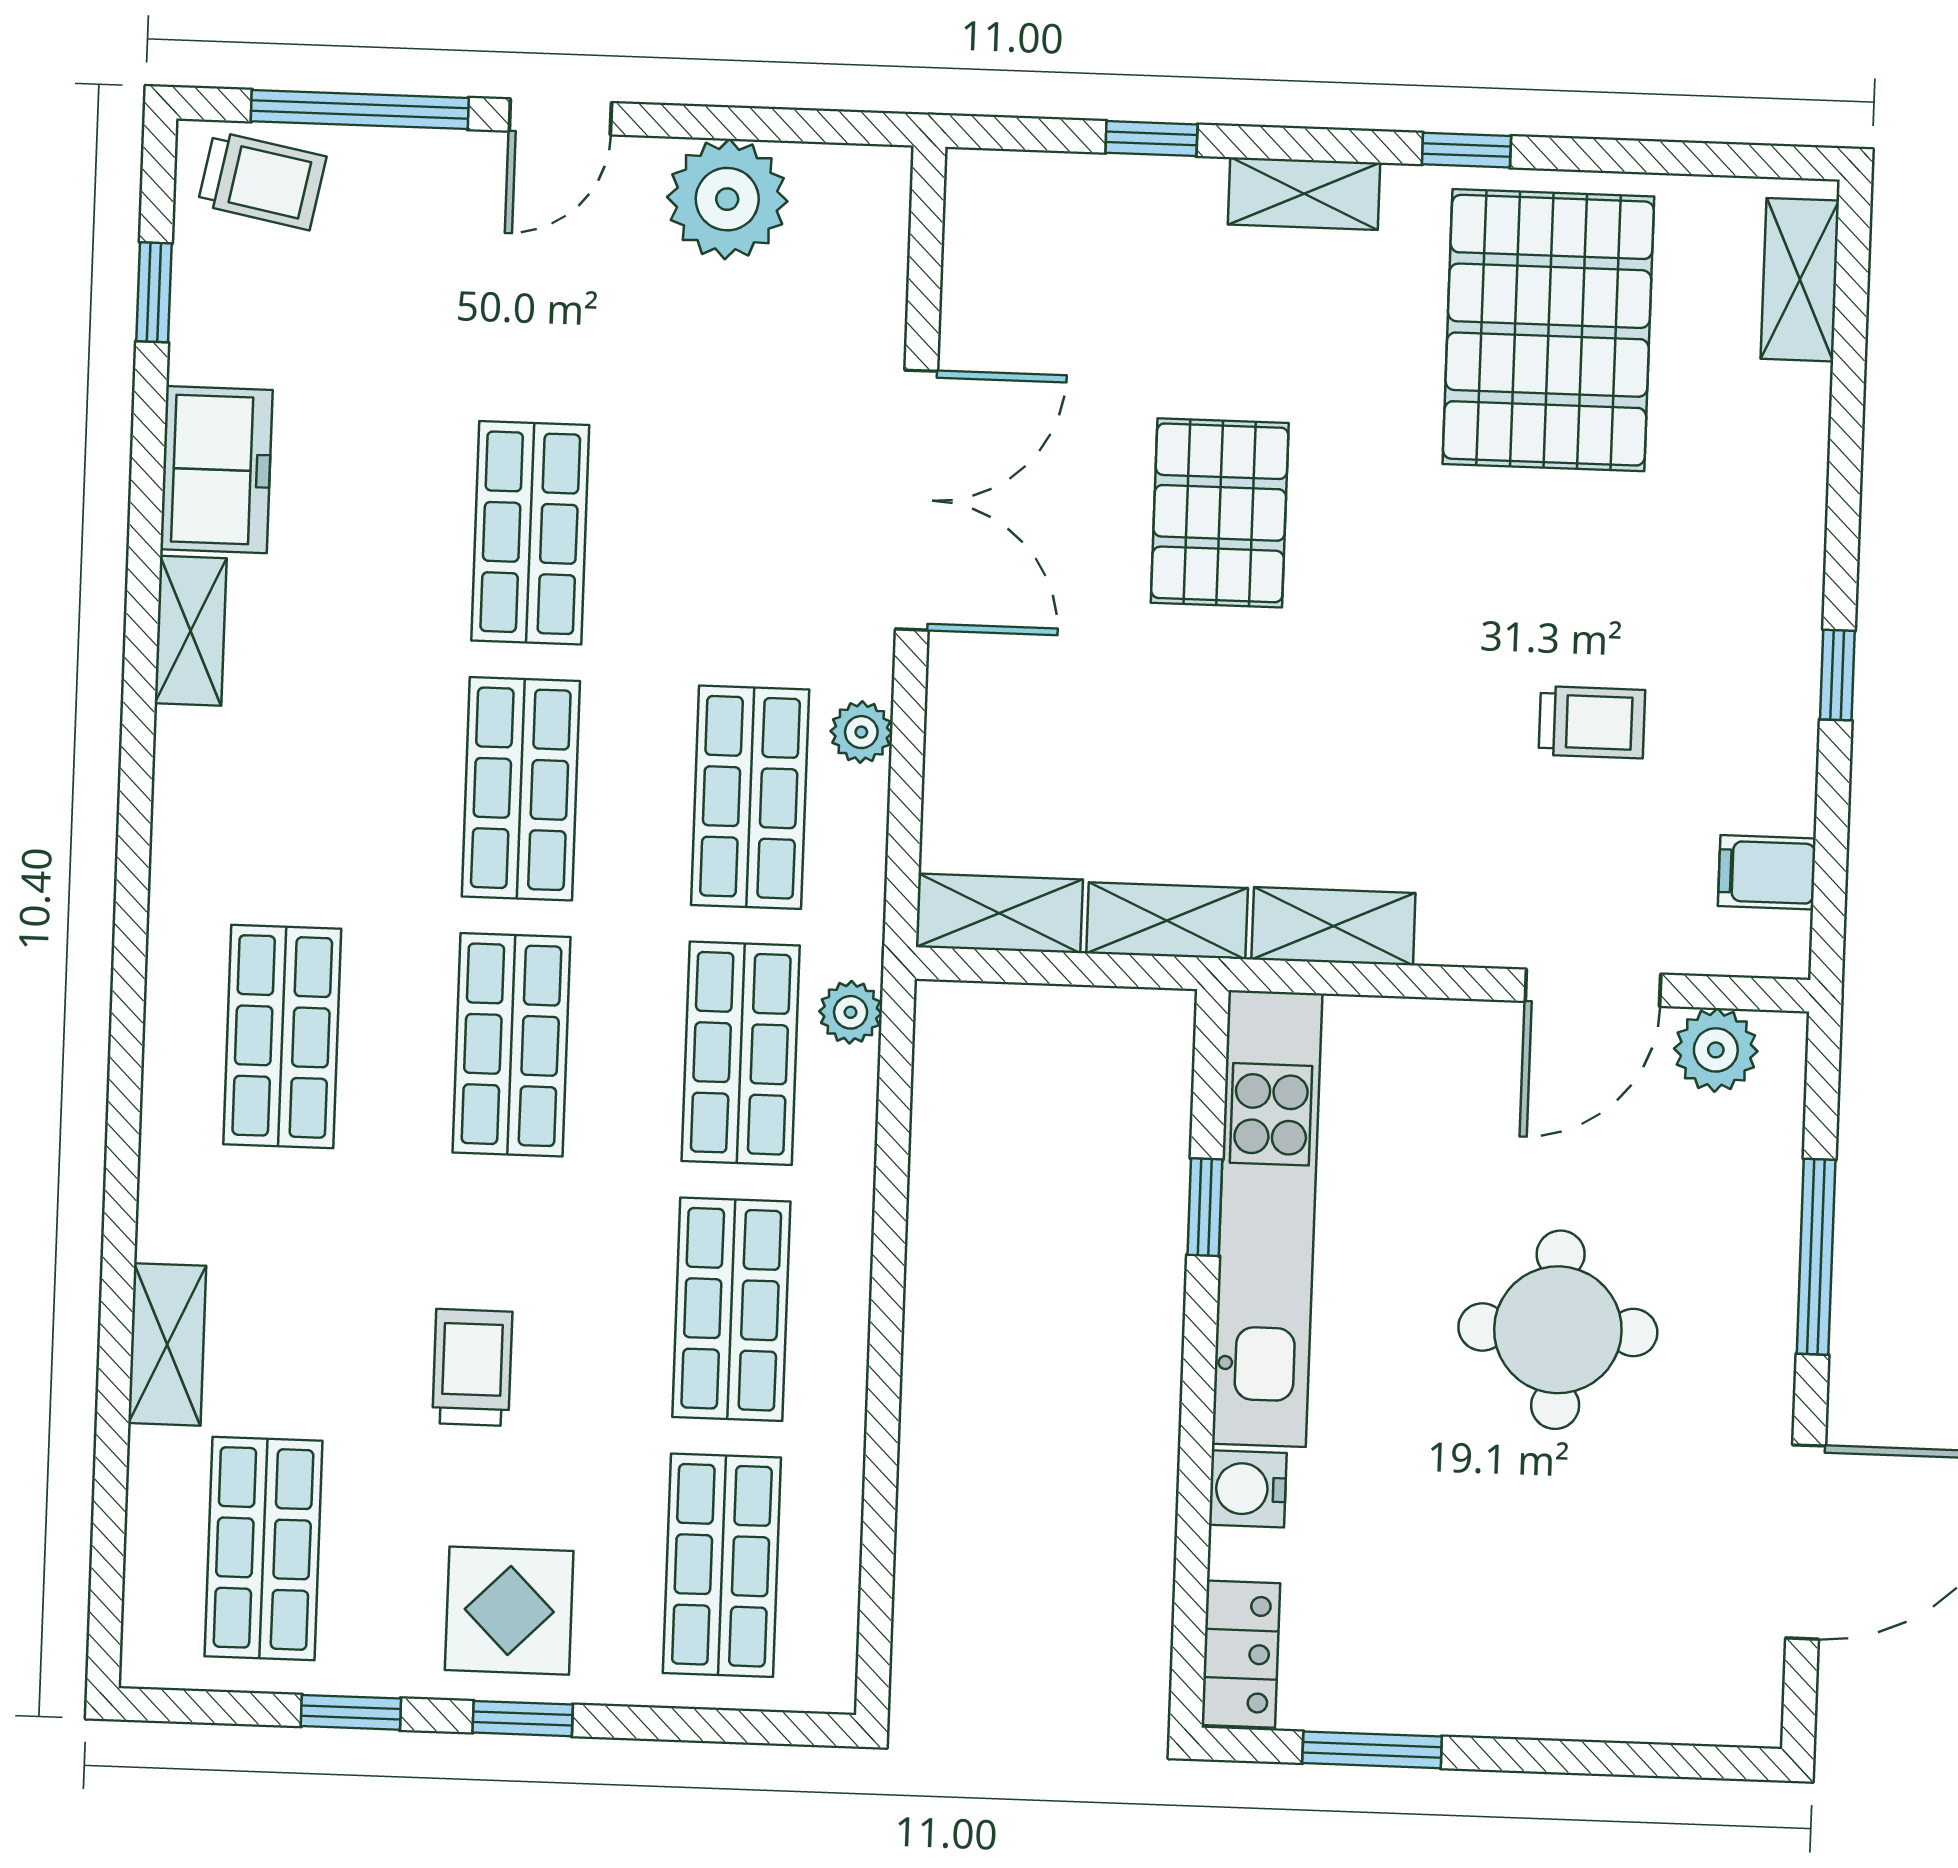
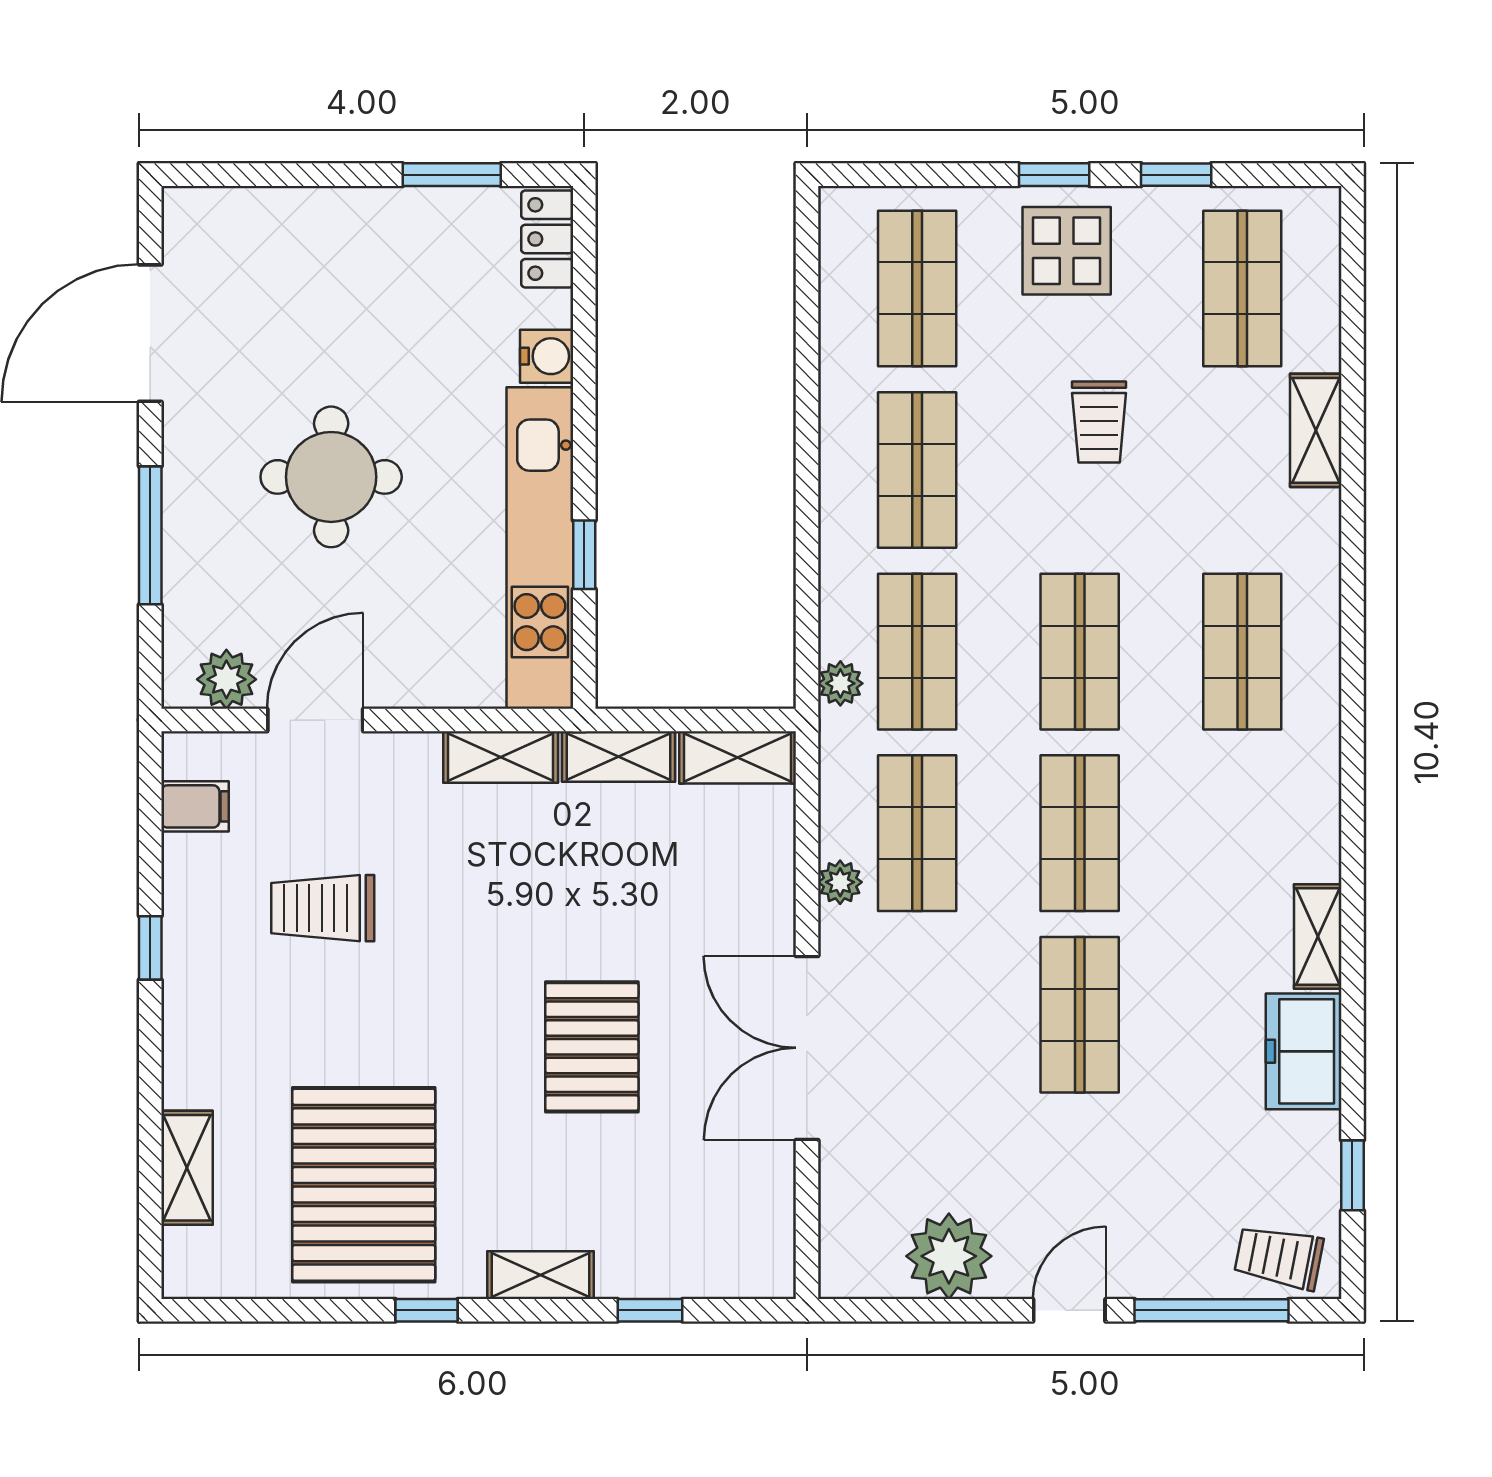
shelving: (1800, 280) -> (187, 1168), moved
trolley: (1592, 722) -> (323, 908), width x1.36, depth x1.39

